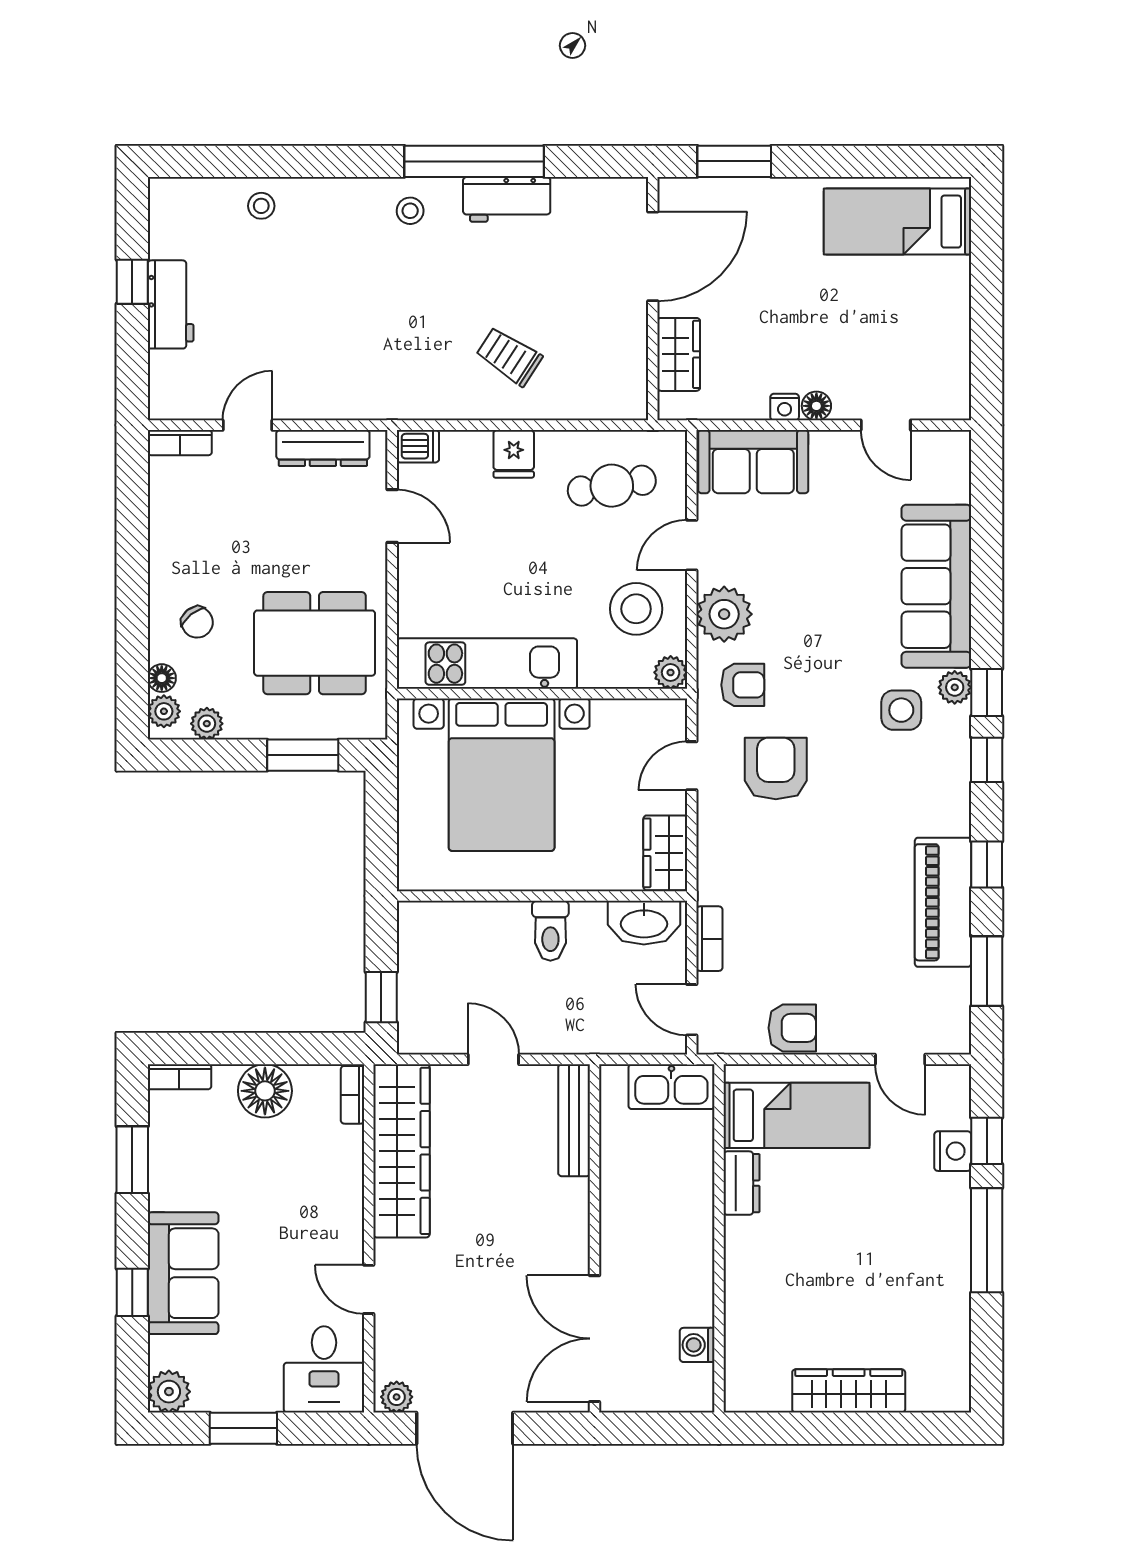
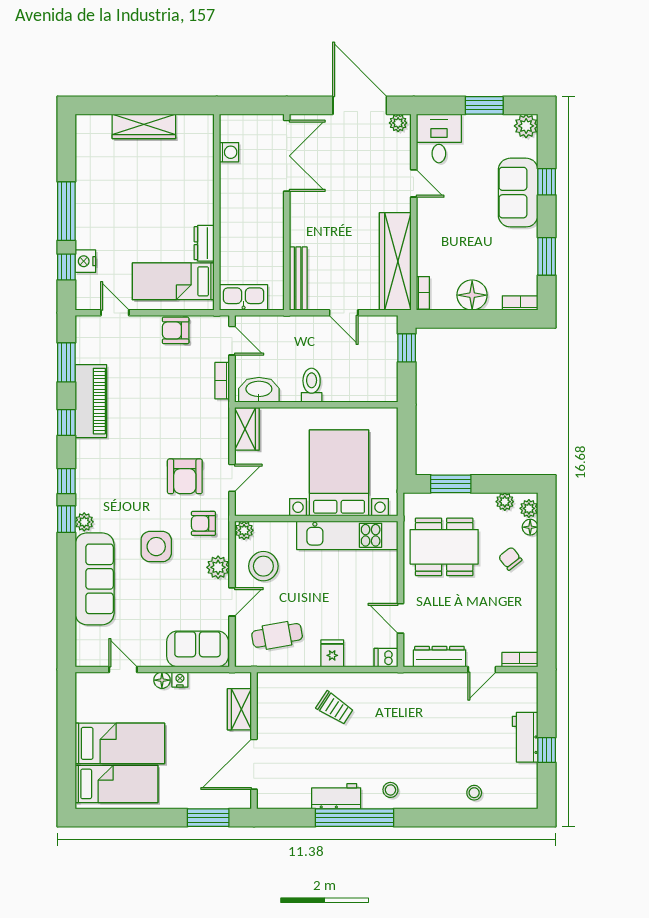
bed: (891, 294) -> (120, 743), added
plant: (724, 614) -> (218, 567), width x0.73, depth x0.73
side table: (901, 710) -> (156, 547), moved, width x1.37, depth x1.37

